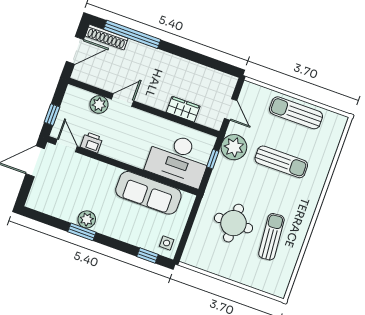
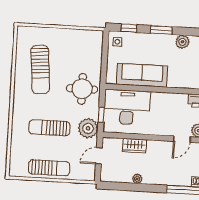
plant: (192, 67) -> (137, 179), added
door: (231, 109) -> (99, 156), hinge flipped
round table: (233, 223) -> (82, 89), moved
window: (82, 232) -> (161, 30), moved
sun lounger: (271, 237) -> (40, 70), width x1.36, depth x1.34

